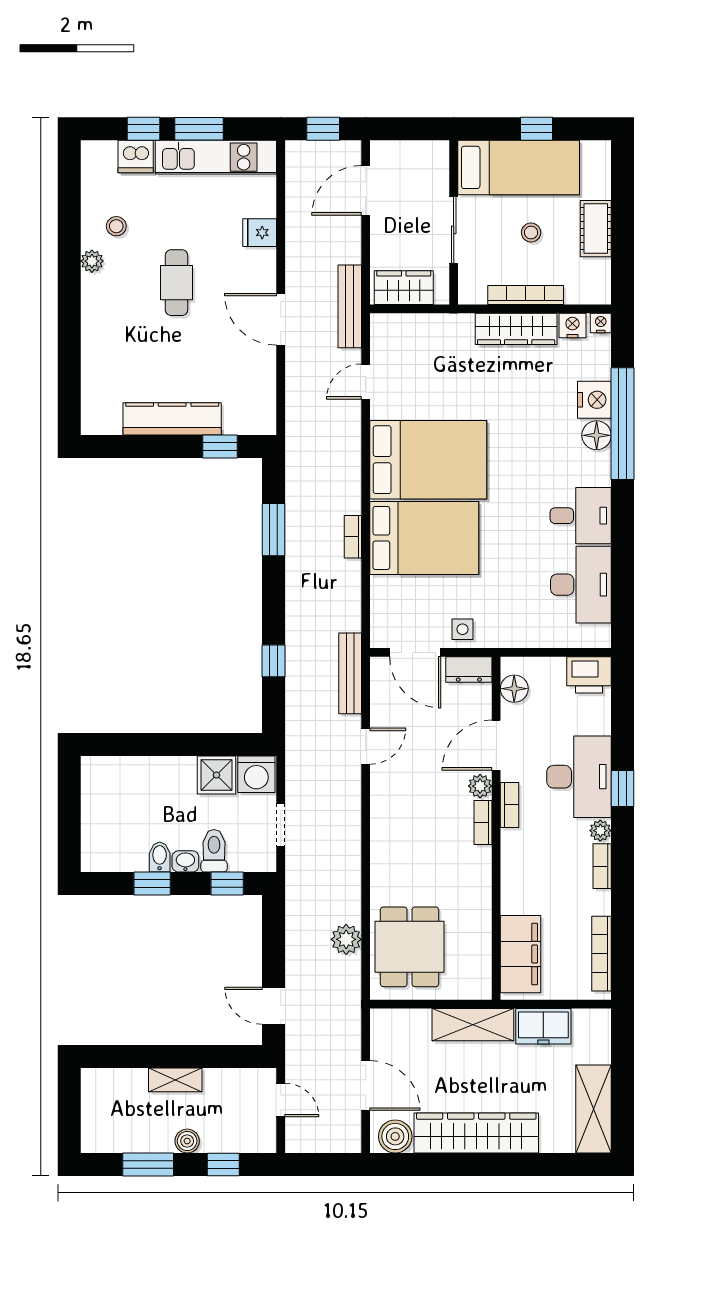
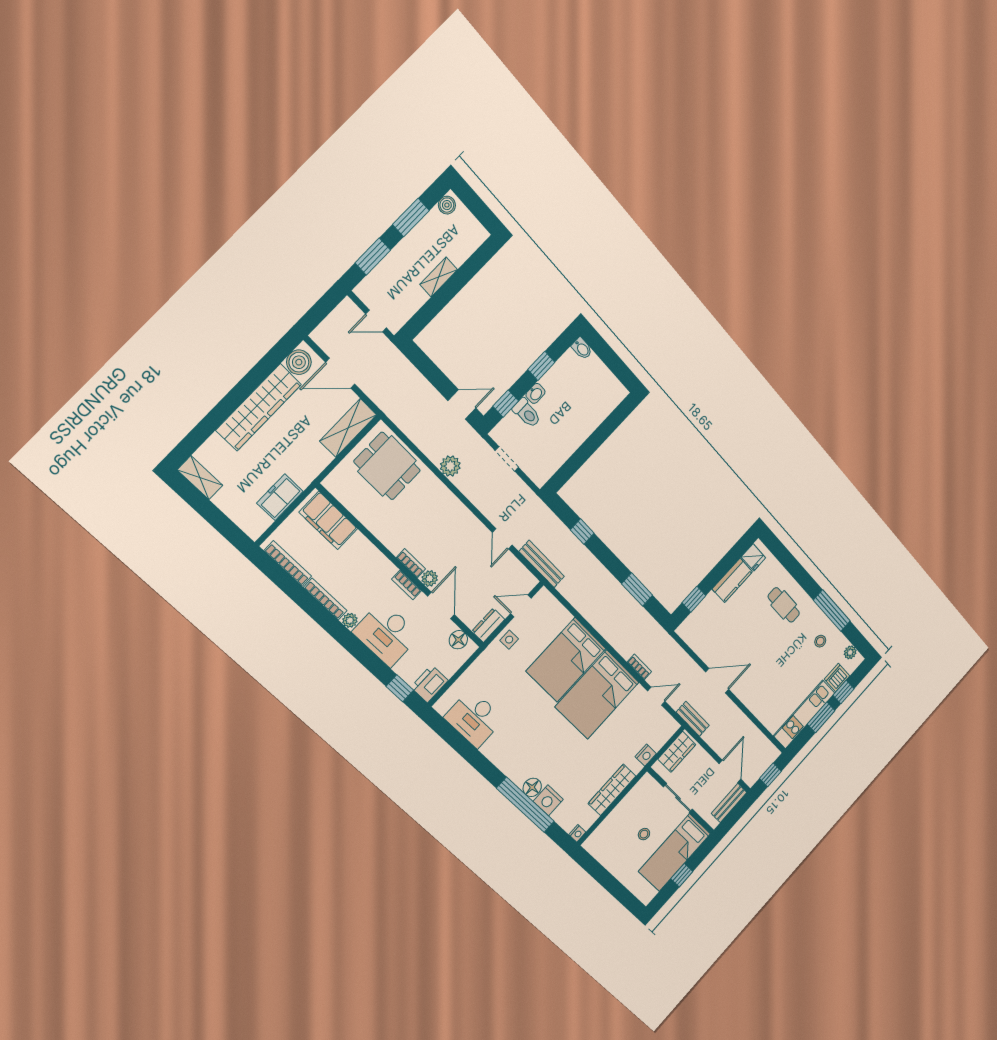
bench: (402, 152) -> (729, 803), added
cot: (596, 229) -> (618, 867), removed
fridge: (260, 233) -> (753, 557), moved, turned 90
window: (69, 248) -> (832, 611), added
plant: (92, 261) -> (850, 652), moved
cafe table: (176, 283) -> (784, 605), moved
bookcase: (526, 295) -> (621, 808), removed
bench: (350, 306) -> (693, 719), width x0.73
nightstand: (572, 326) -> (646, 755), moved
door: (366, 382) -> (656, 696), hinge flipped
kitchen counter: (172, 419) -> (732, 580), width x0.67
desk: (581, 516) -> (505, 747), removed
bookcase: (353, 537) -> (639, 667), moved
door: (415, 652) -> (521, 606), width x0.73
washing machine: (256, 774) -> (541, 471), removed
shower: (216, 775) -> (559, 451), removed
window: (622, 788) -> (400, 688), moved
bidet: (160, 857) -> (582, 348), moved
bookcase: (602, 866) -> (325, 599), width x1.56
plant: (346, 939) -> (450, 466), moved
door: (273, 1006) -> (462, 404), moved
shelving: (473, 1025) -> (348, 428), moved
shelving: (593, 1109) -> (200, 478), width x0.67, depth x0.75
boiler: (187, 1141) -> (447, 205), moved
window: (223, 1164) -> (373, 257), width x1.50

